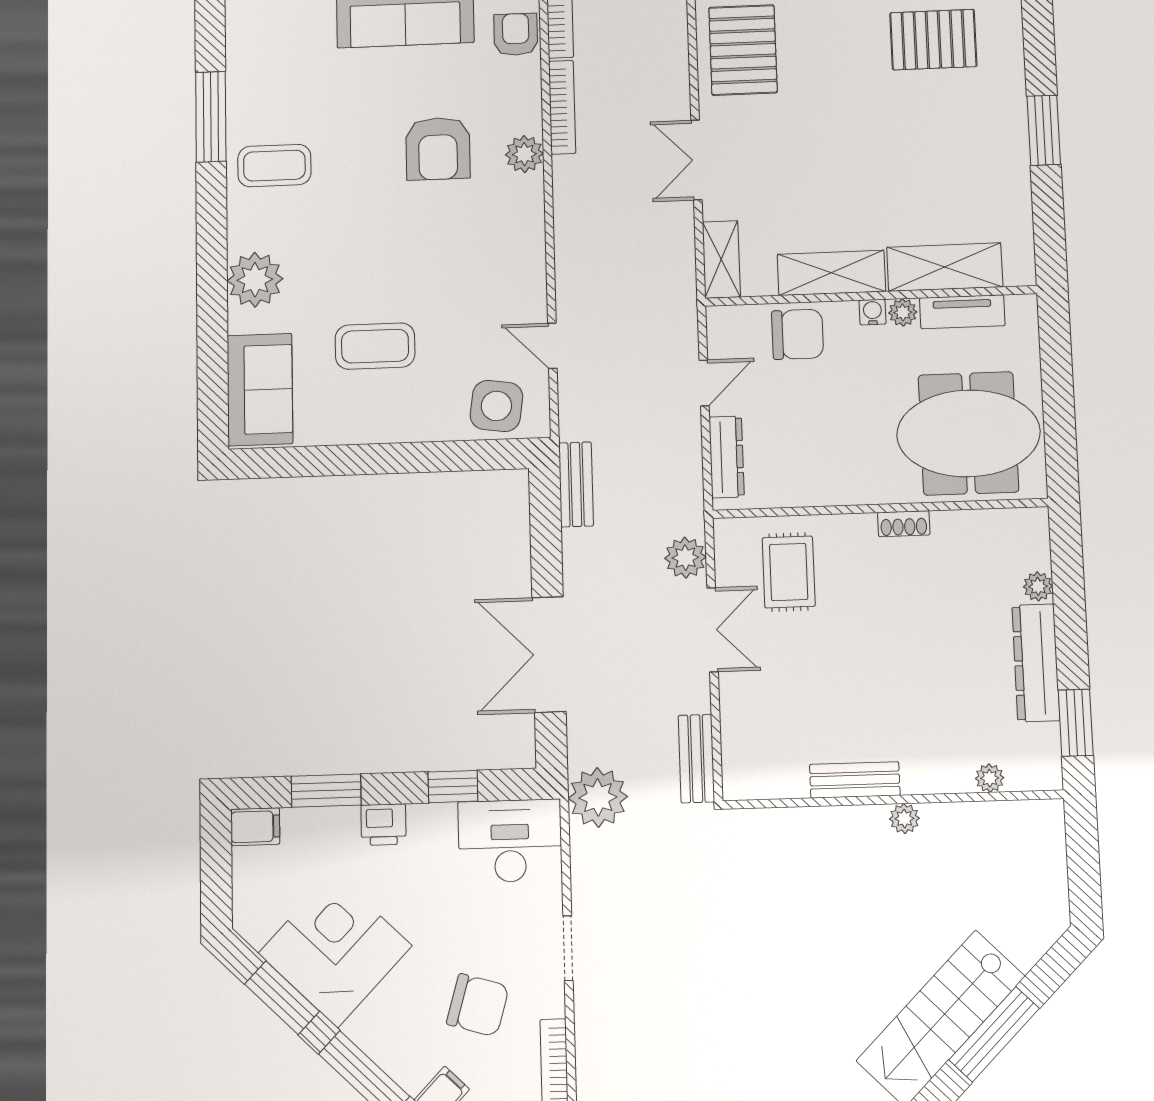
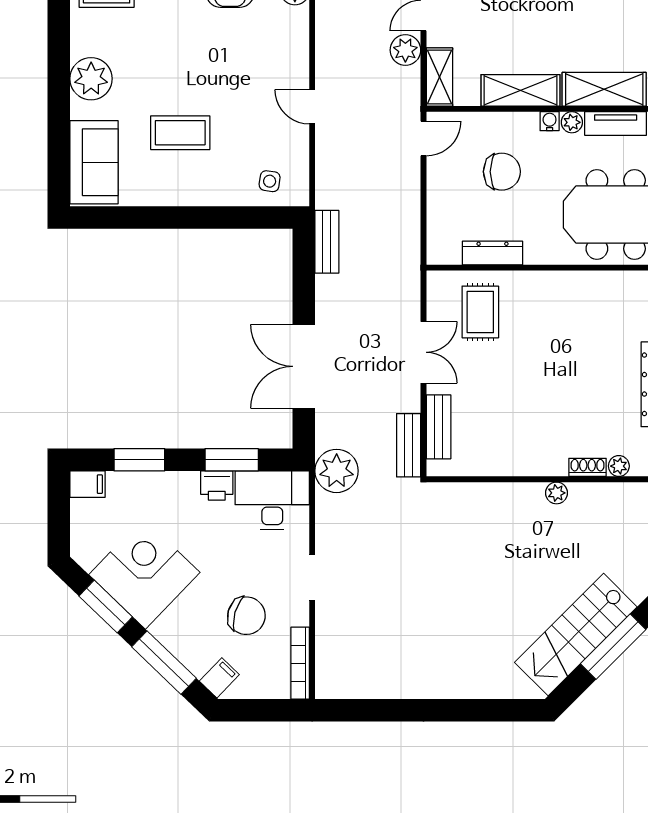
chair: (798, 334) -> (502, 172), moved
door: (552, 346) -> (312, 107), moved
door: (704, 383) -> (424, 138), moved
side table: (496, 406) -> (270, 181), width x0.54, depth x0.54
dresser: (727, 457) -> (492, 253), moved, turned -90
shoe rack: (904, 524) -> (588, 467), moved, turned 180
plant: (685, 558) -> (405, 50), moved
bench: (855, 780) -> (439, 427), moved, turned 90
window: (453, 787) -> (232, 460), width x1.50
printer: (383, 825) -> (217, 486), moved

